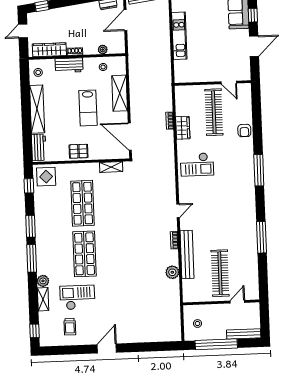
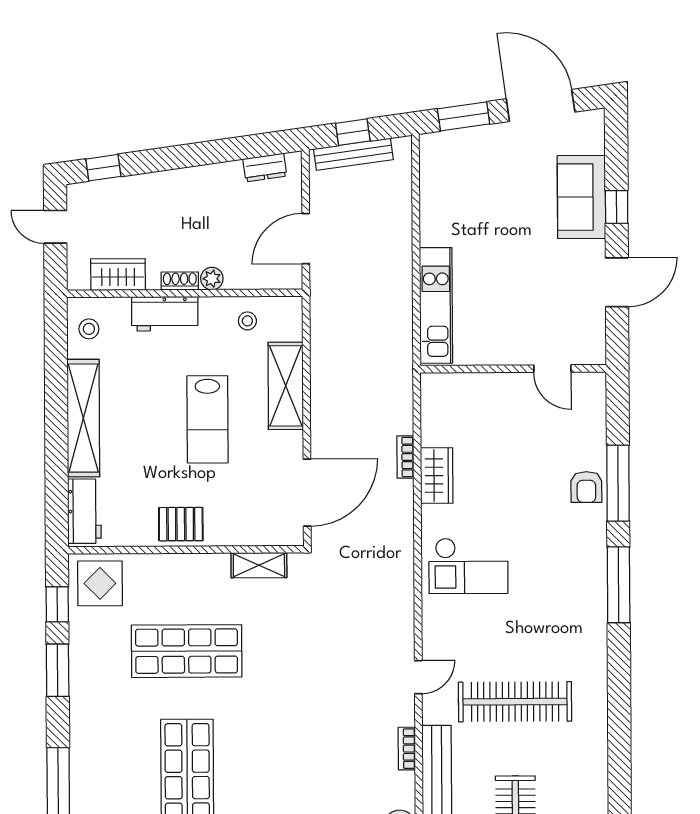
door: (125, 20) -> (306, 239), moved
door: (23, 31) -> (55, 227), hinge flipped
kitchen unit: (179, 36) -> (436, 305), moved
wardrobe: (49, 50) -> (118, 275), width x0.67
plant: (103, 50) -> (212, 279), moved
clothes rail: (214, 112) -> (515, 702), moved, turned 90
door: (130, 137) -> (307, 493), swing flipped
shop shelf: (83, 203) -> (187, 651), turned 90
window: (30, 226) -> (58, 670), moved
window: (261, 237) -> (618, 483), moved

